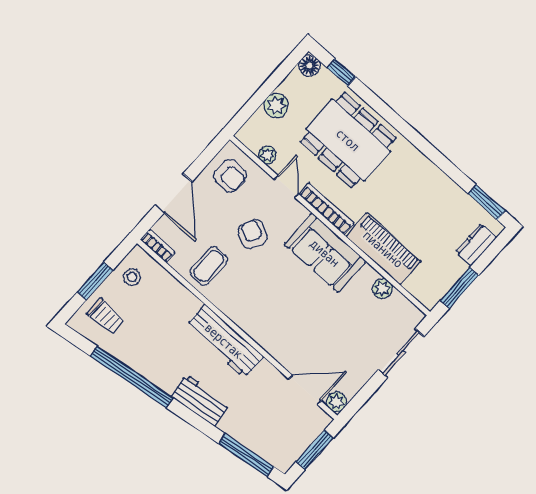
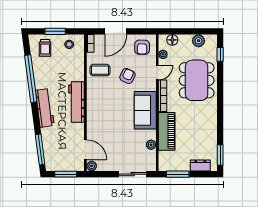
floor lamp: (310, 66) -> (172, 40), moved
plant: (276, 106) -> (199, 41), moved
workbench: (200, 400) -> (45, 108), width x1.38

